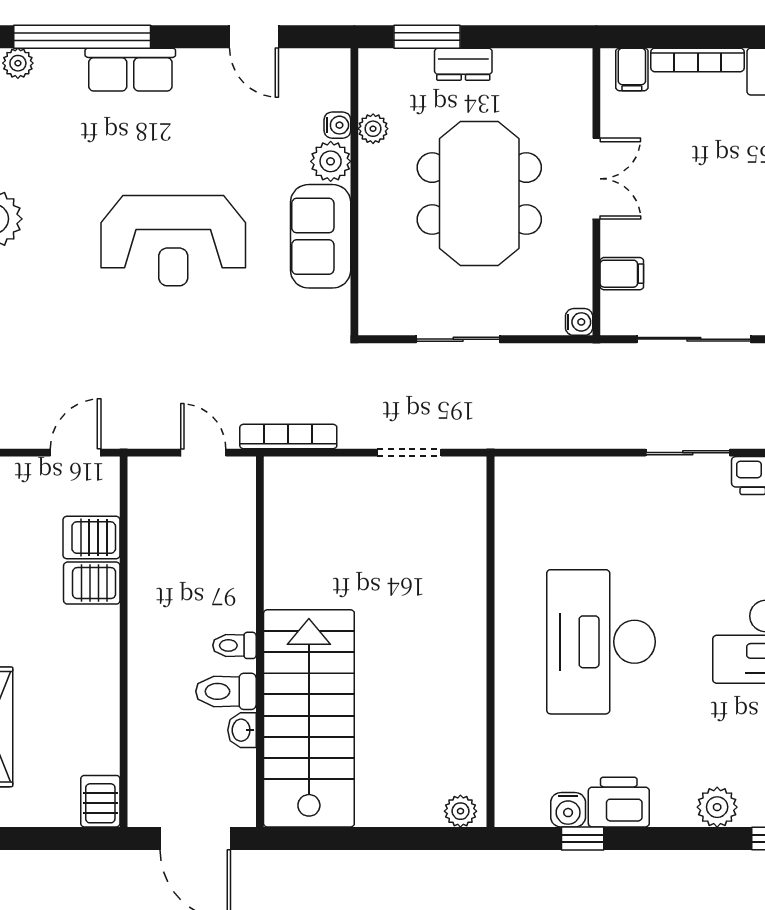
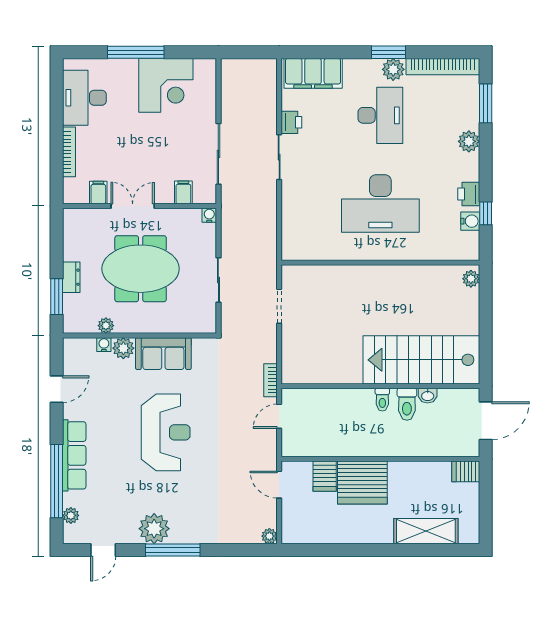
filing cabinet: (632, 69) -> (98, 193), moved, turned -90
row of seats: (130, 70) -> (74, 455), width x1.48
bookcase: (288, 437) -> (271, 380), width x0.64
server rack: (92, 583) -> (362, 483), width x2.18, depth x1.44
printer: (619, 802) -> (469, 194), width x0.73, depth x0.81

